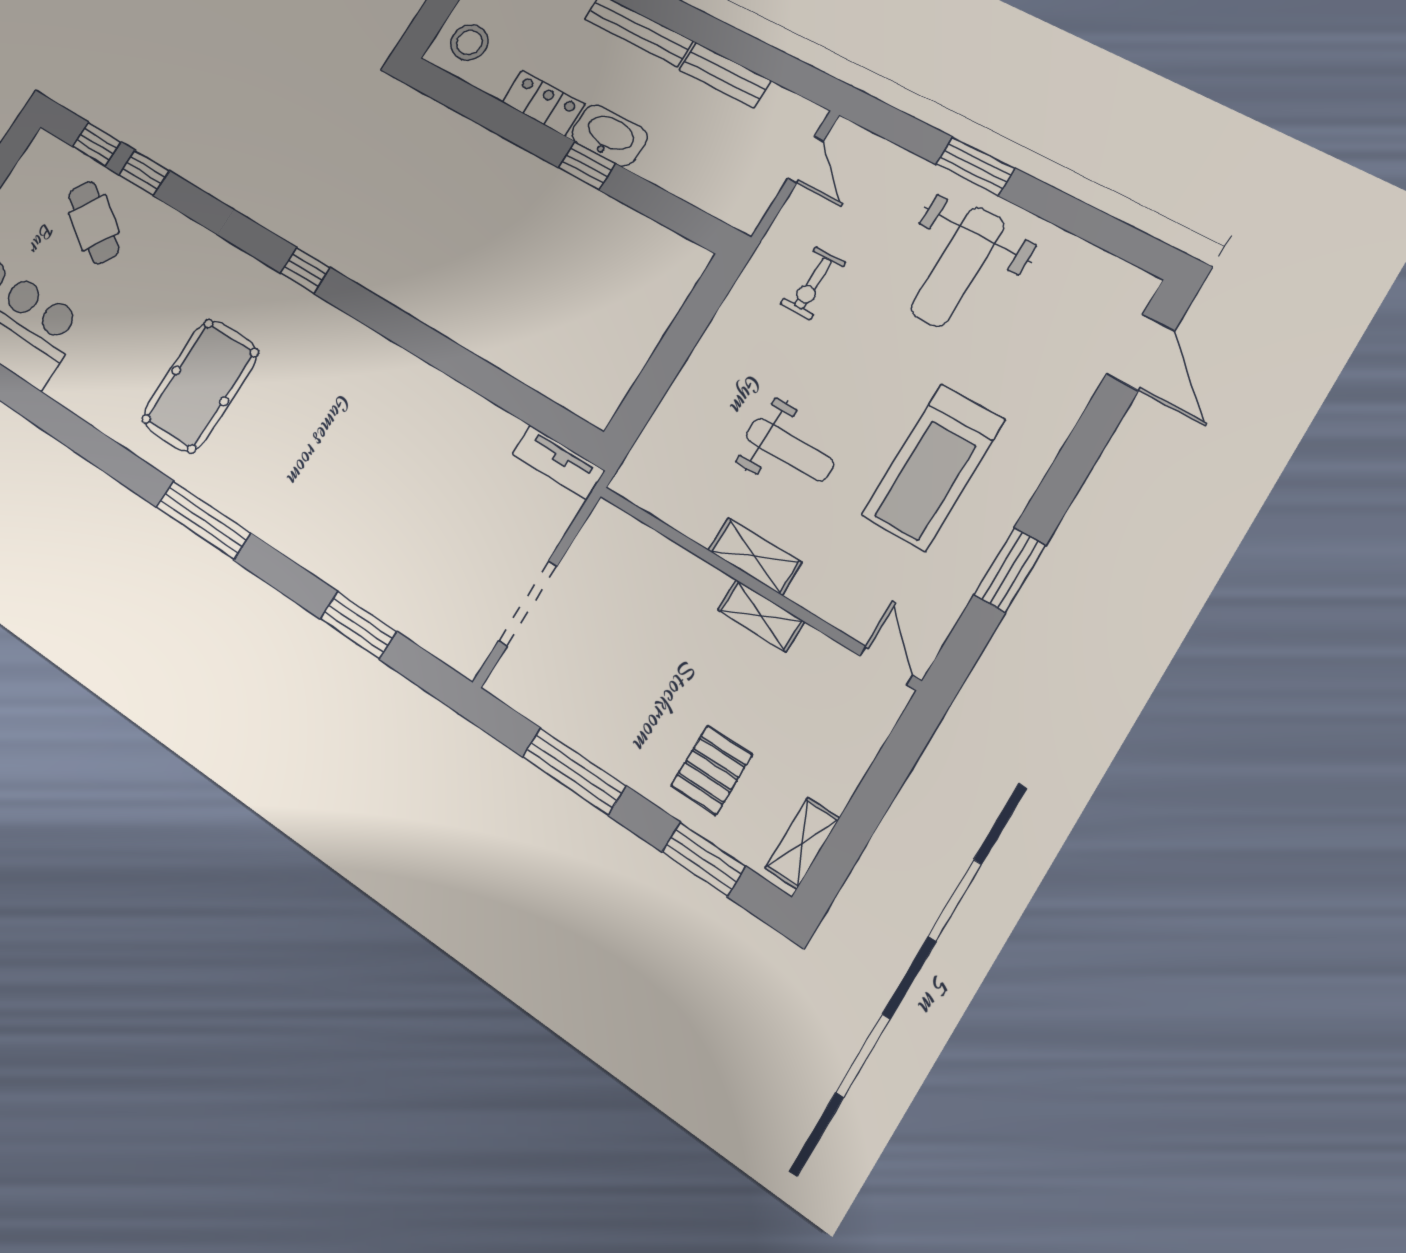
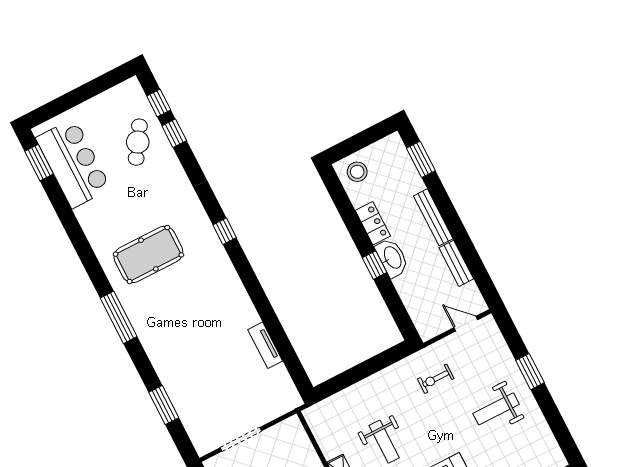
door: (806, 160) -> (466, 324), swing flipped
weight bench: (958, 267) -> (496, 409), width x0.73, depth x0.75
tv unit: (558, 462) -> (265, 345), moved

